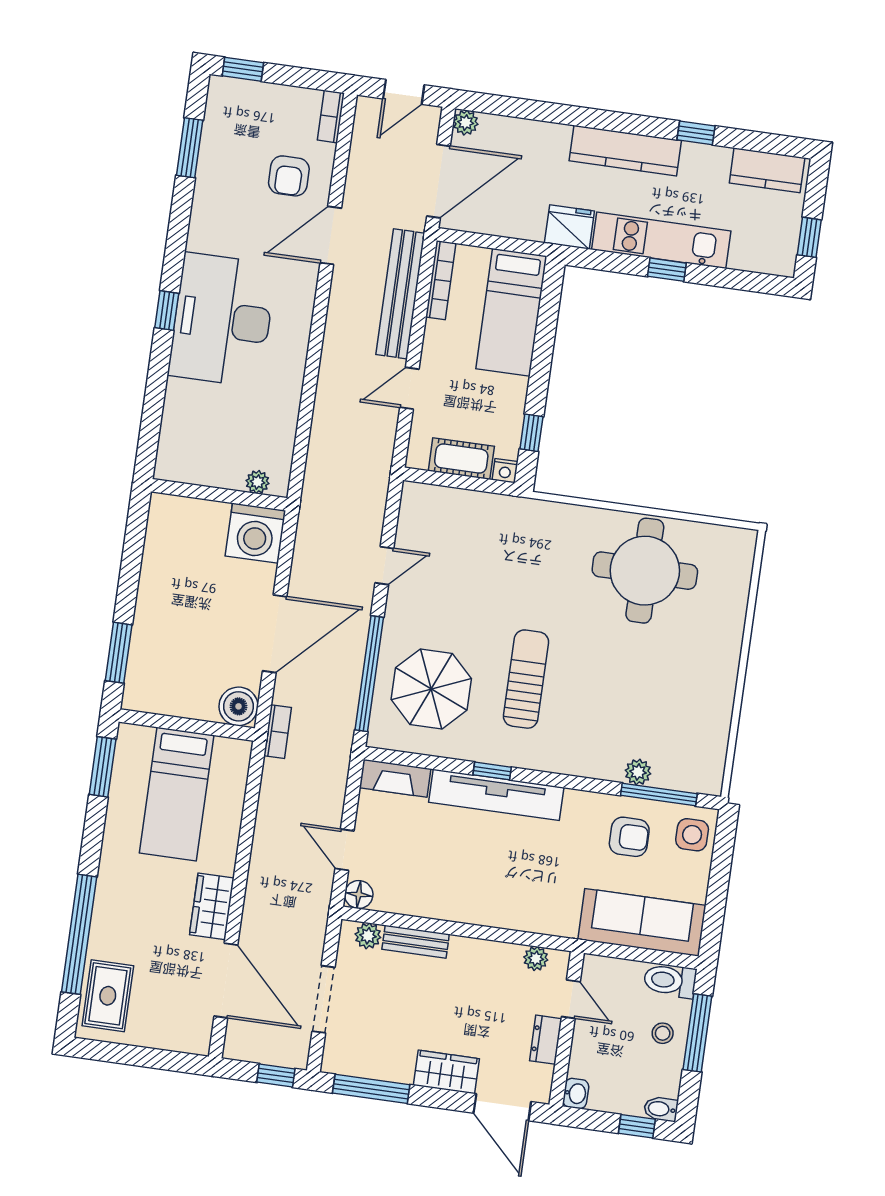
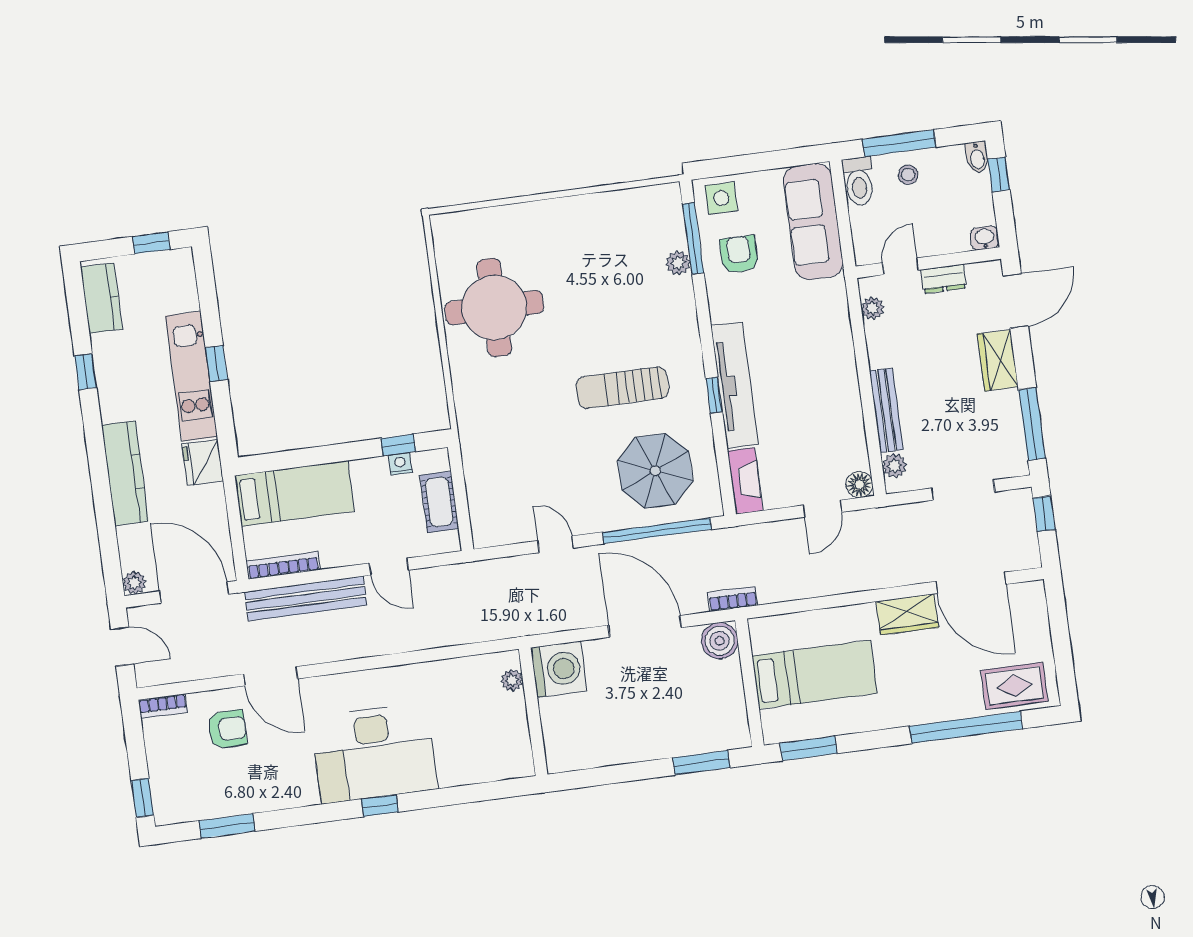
kitchen counter: (625, 151) -> (125, 473), moved
nightstand: (505, 471) -> (400, 464), moved, turned -90
bench: (416, 942) -> (886, 410), width x1.36
door: (226, 981) -> (971, 583), swing flipped

